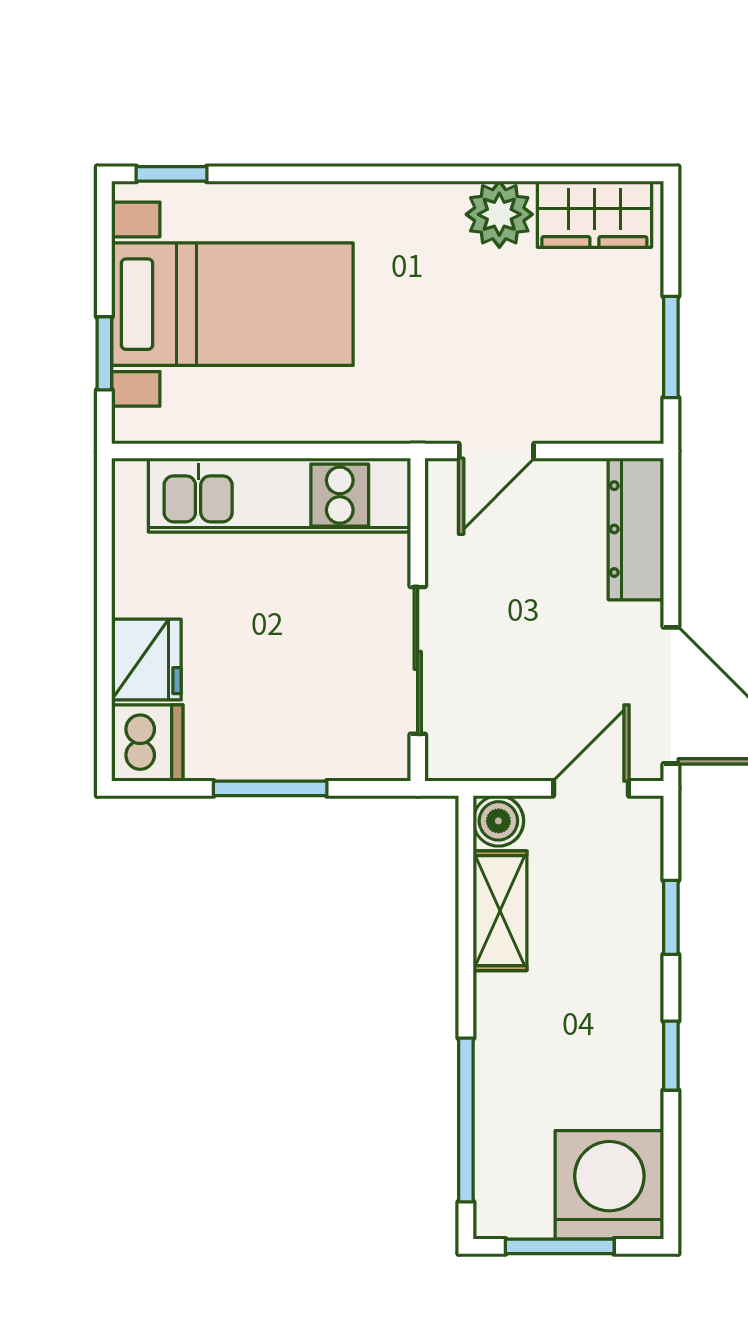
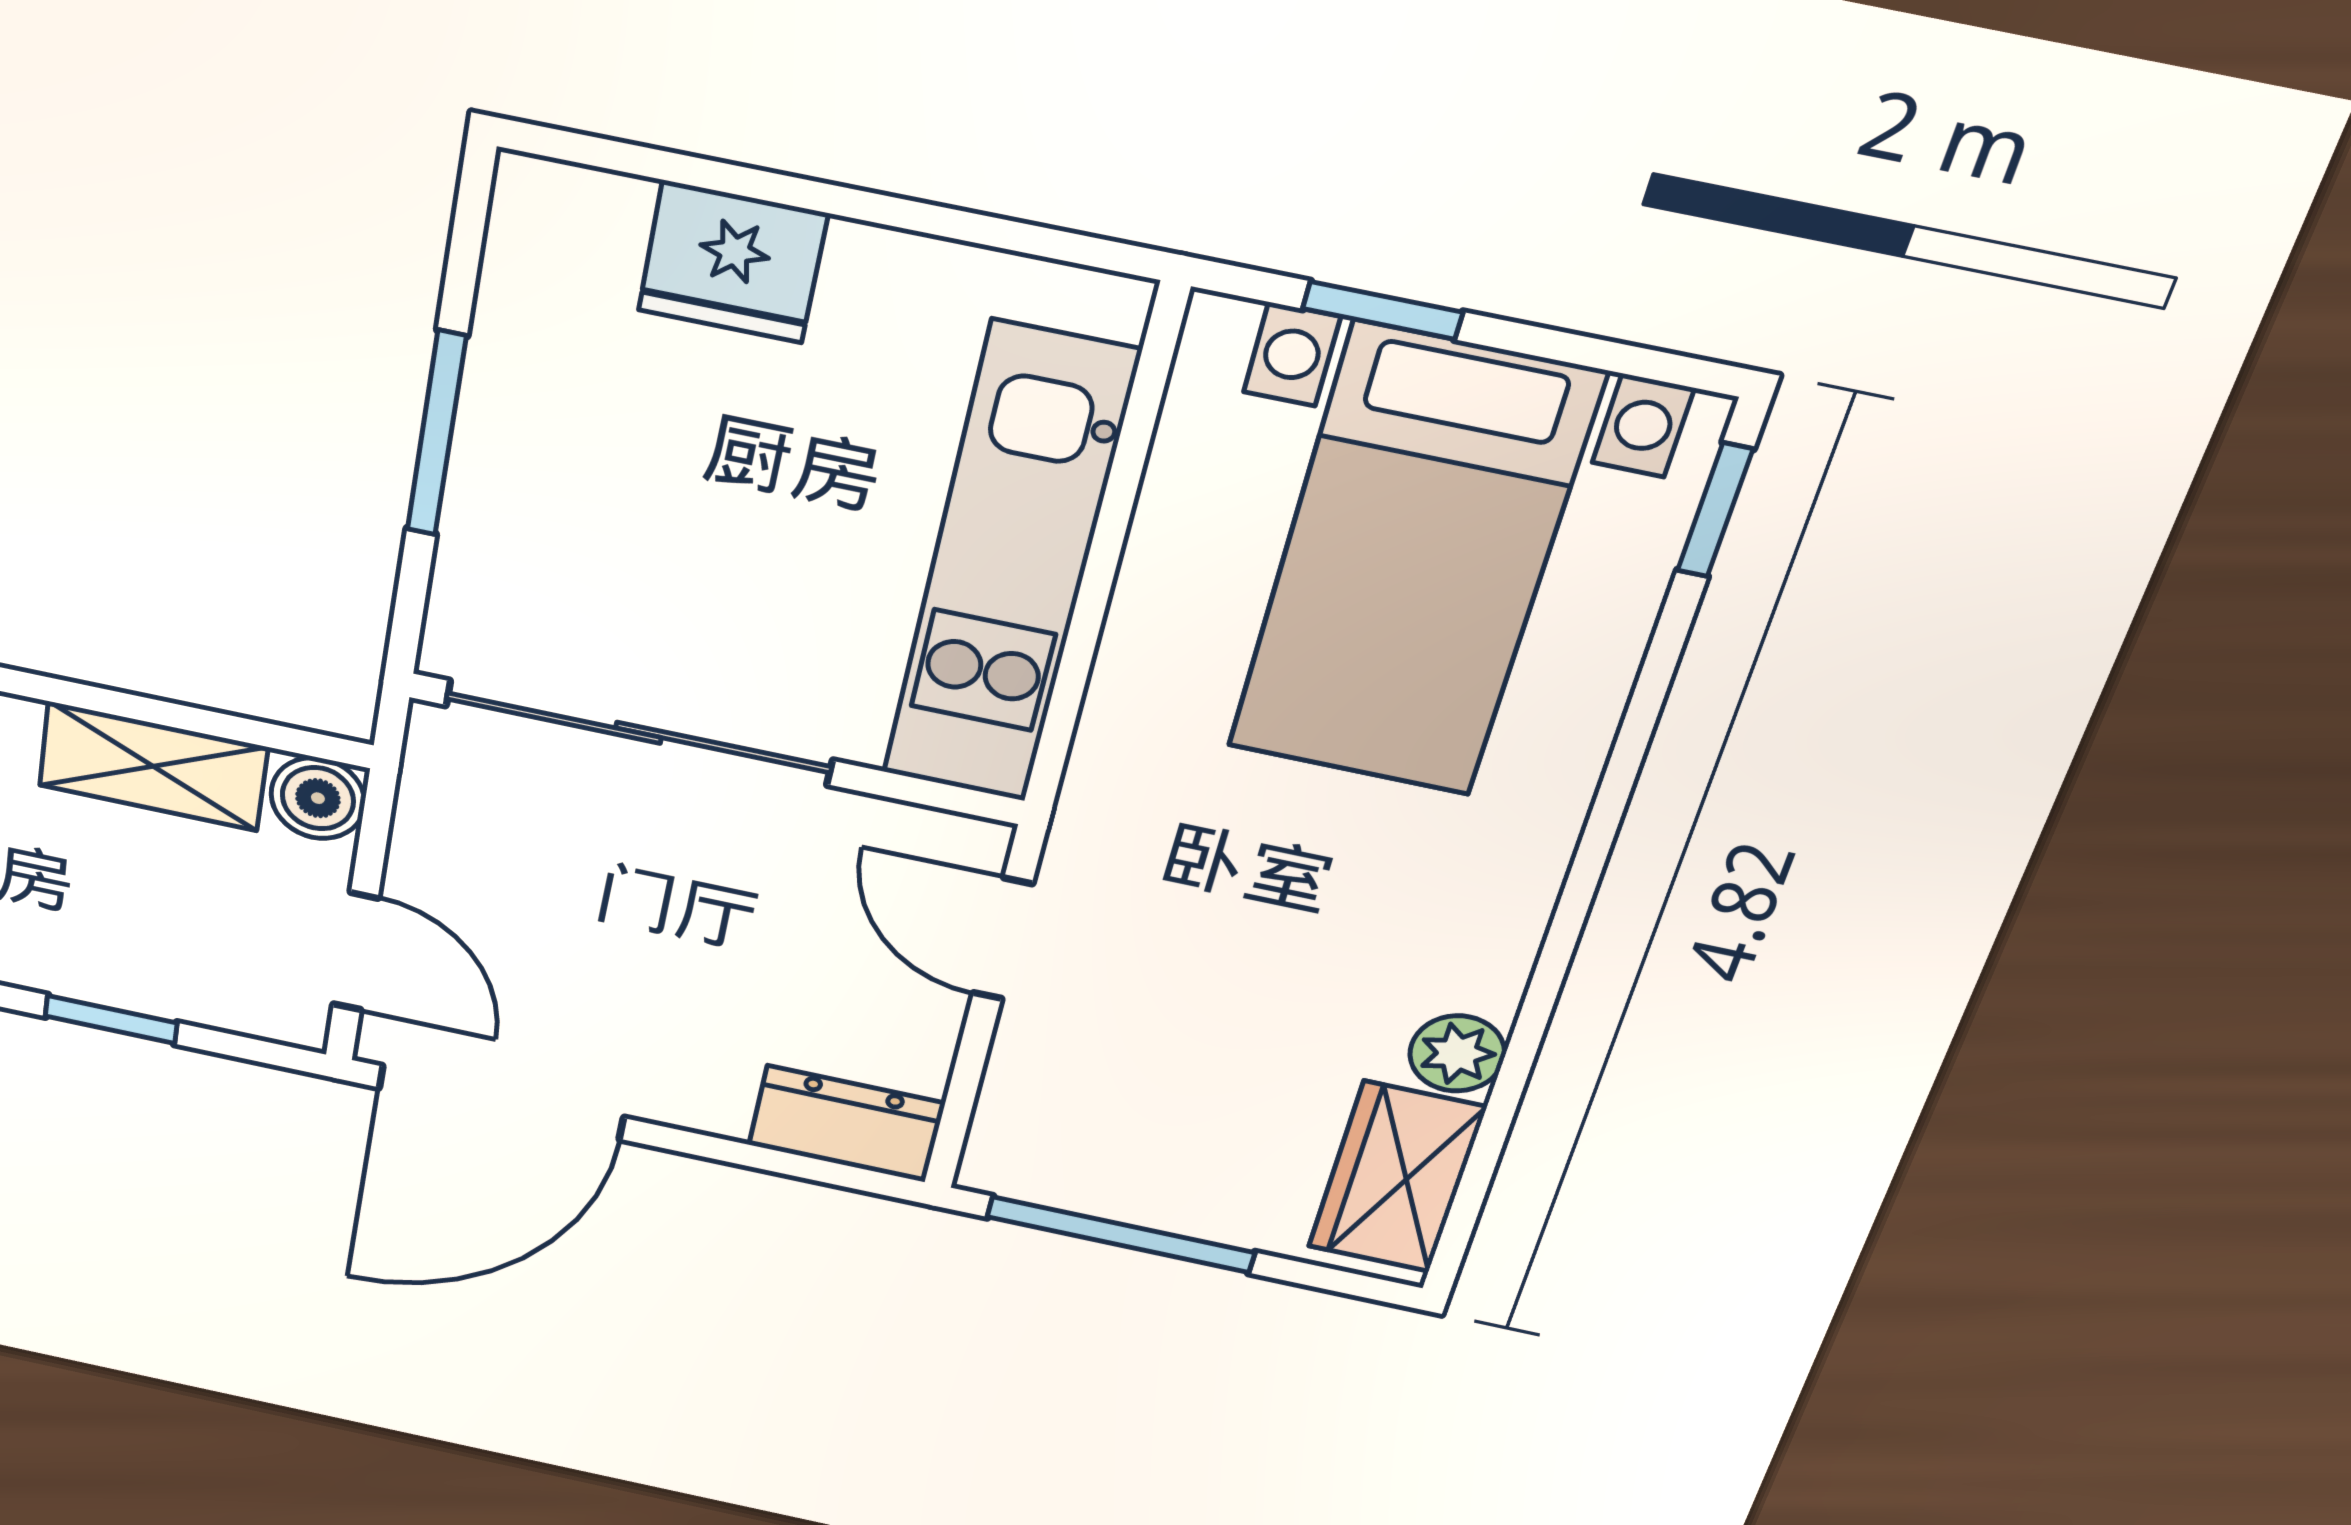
plant: (499, 214) -> (1457, 1054), width x0.73, depth x0.73
window: (671, 347) -> (1121, 1235), width x1.44
dresser: (636, 529) -> (846, 1124), width x0.70
sliding door: (418, 660) -> (638, 733), width x1.37
dishwasher: (147, 743) -> (563, 229), removed

